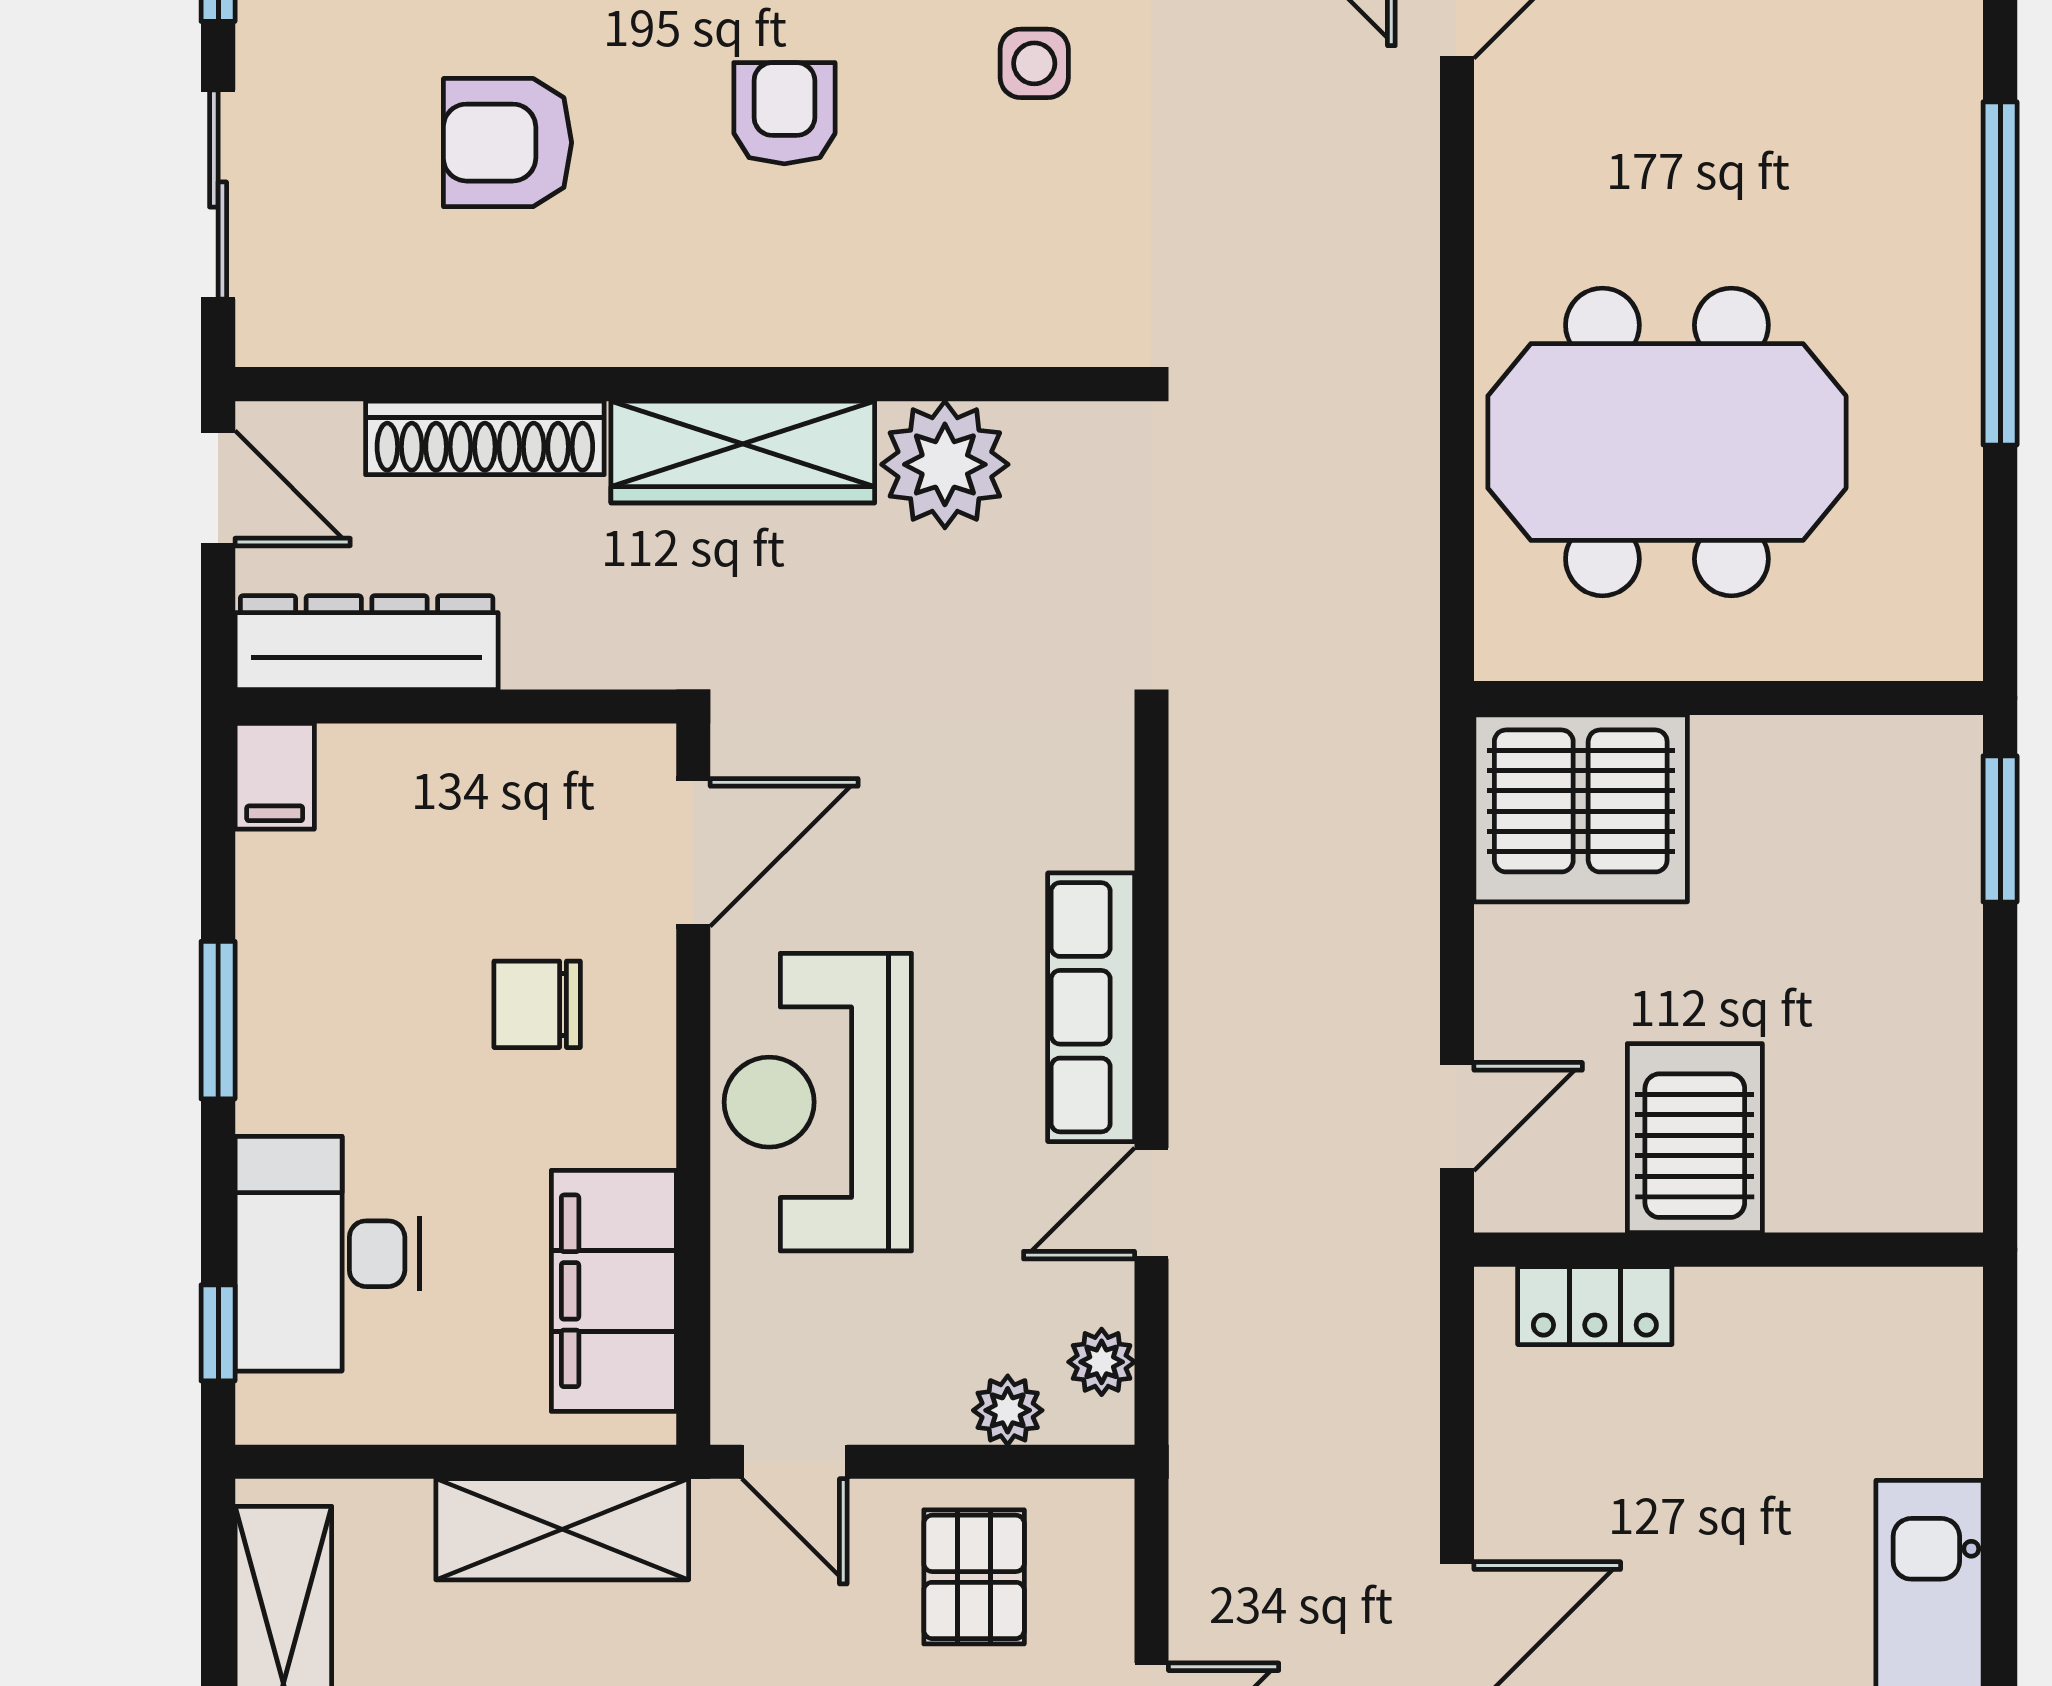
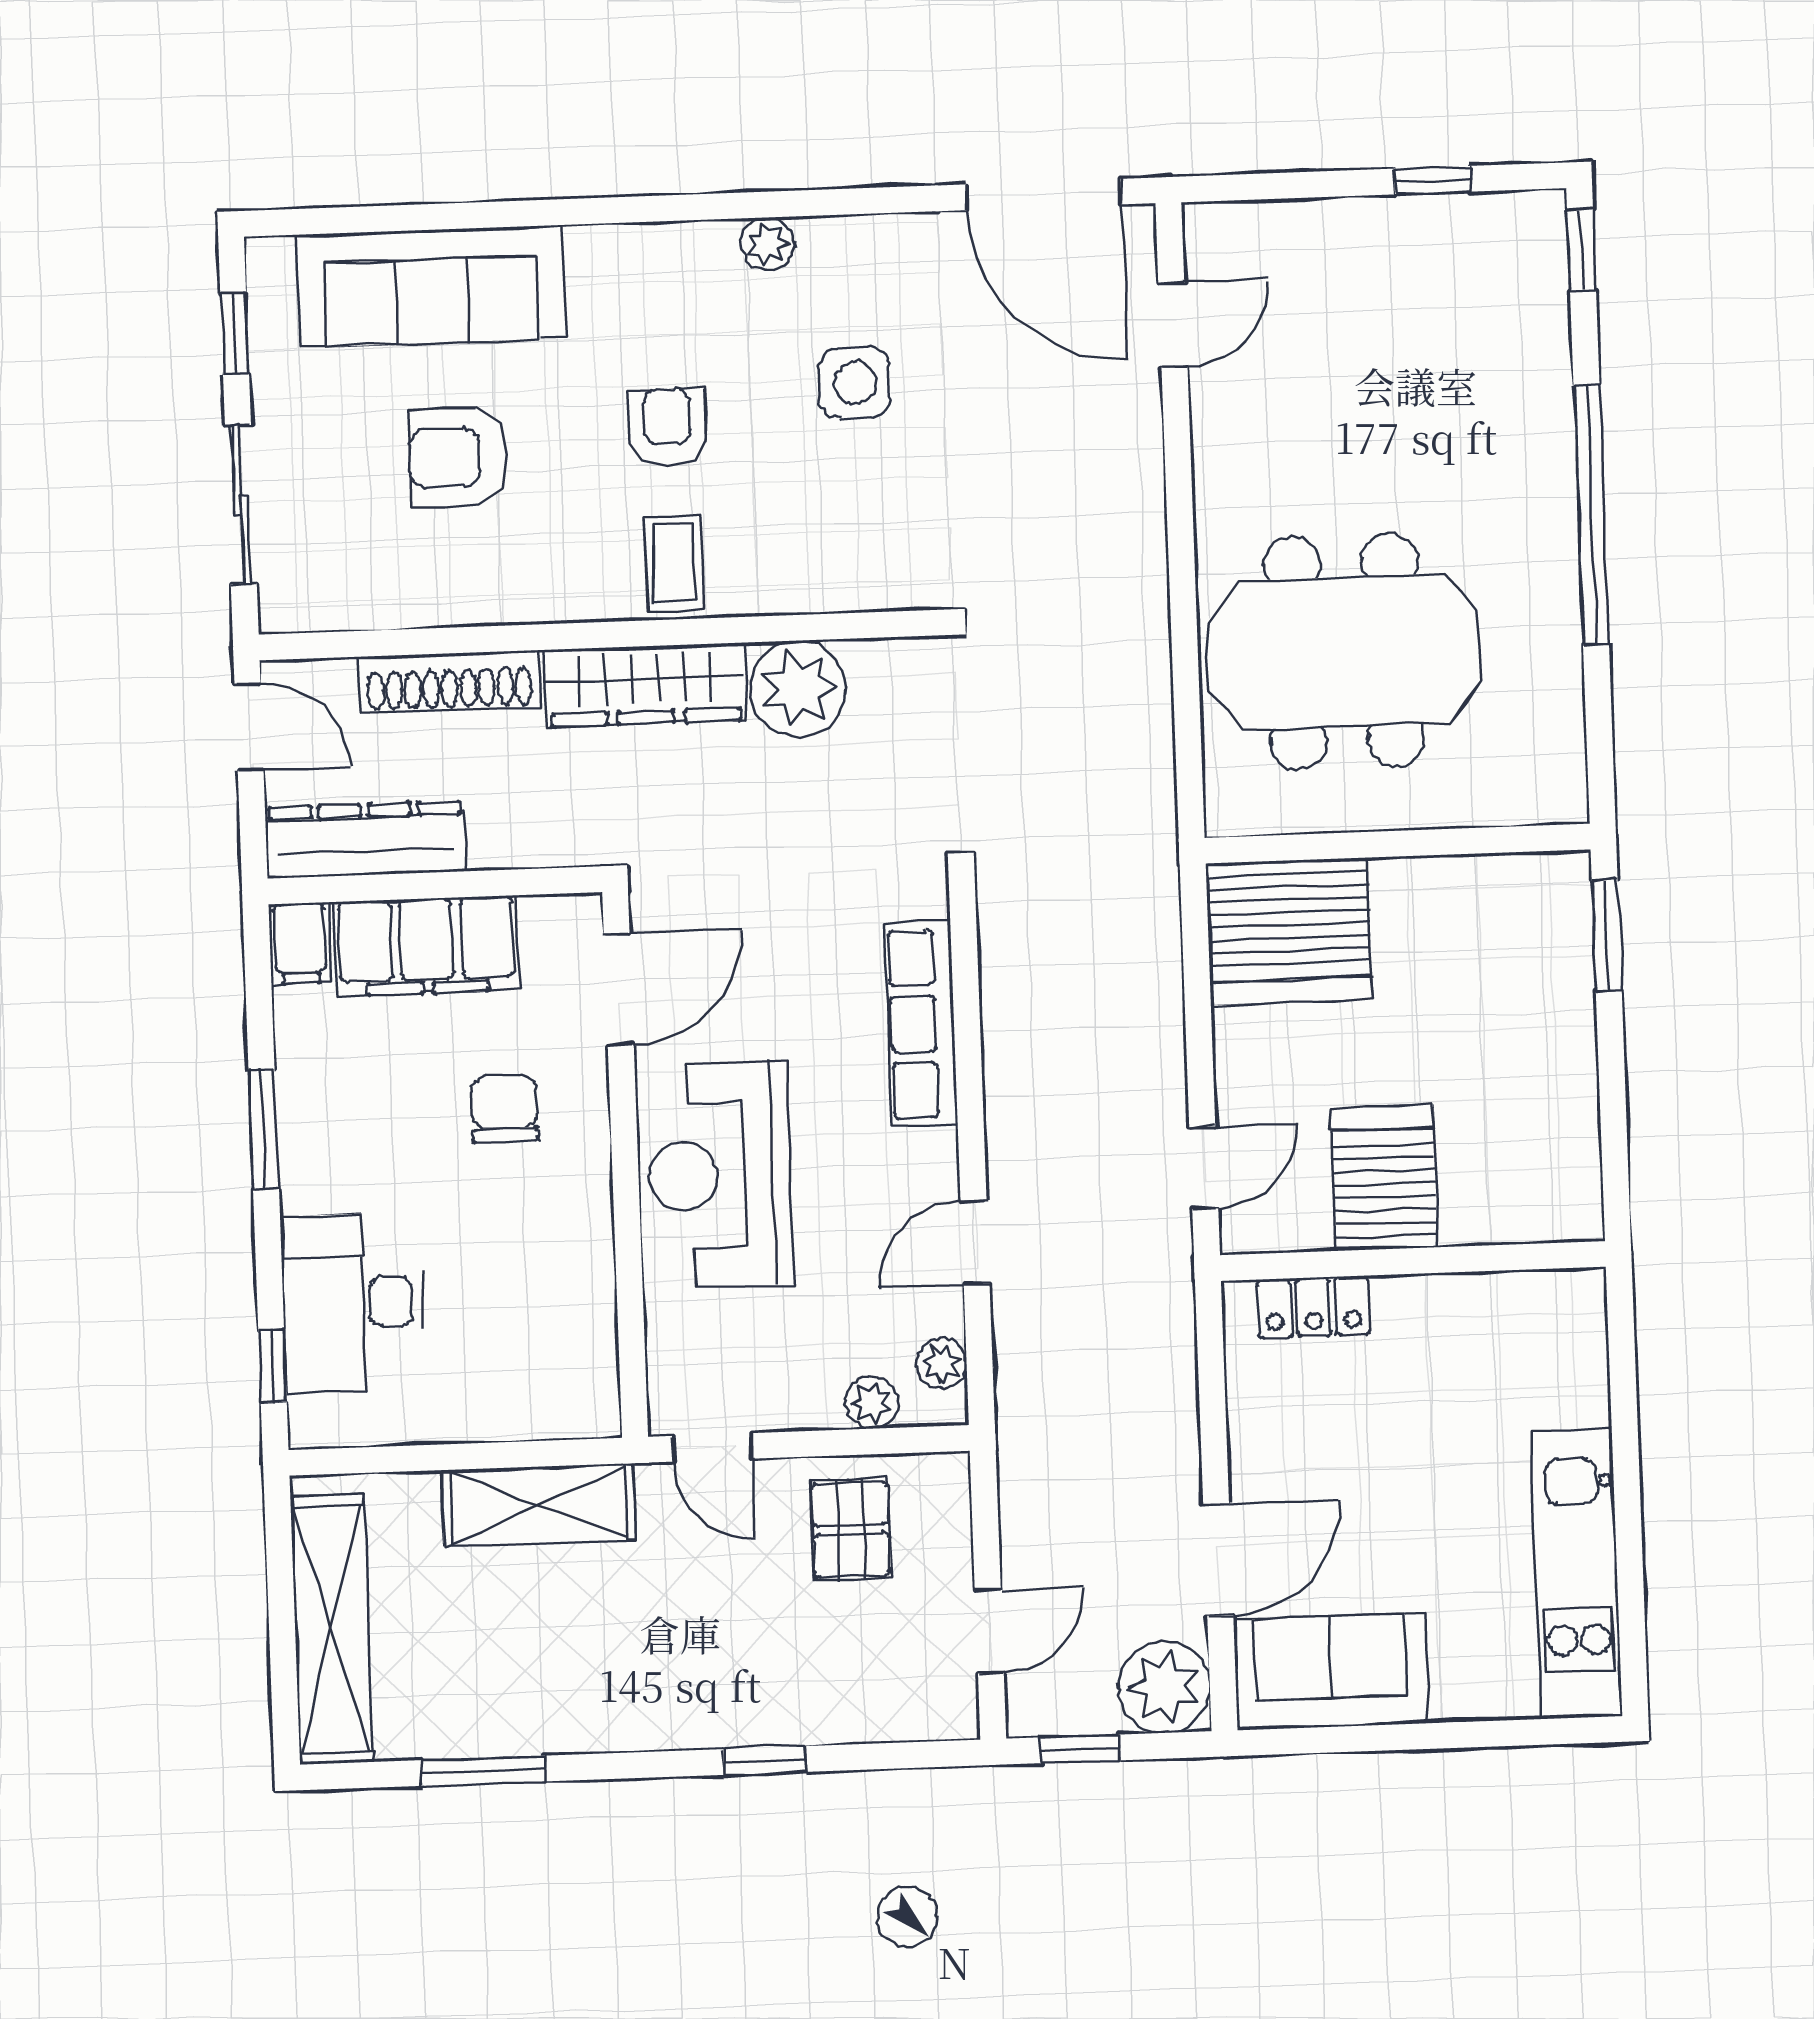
side table: (1034, 63) -> (855, 383), width x1.37, depth x1.37
coffee table: (787, 293) -> (674, 563), added
chair: (537, 1004) -> (505, 1108), turned 90
row of seats: (1091, 1007) -> (921, 1024), moved
filing cabinet: (614, 1291) -> (426, 946), moved, turned -90

